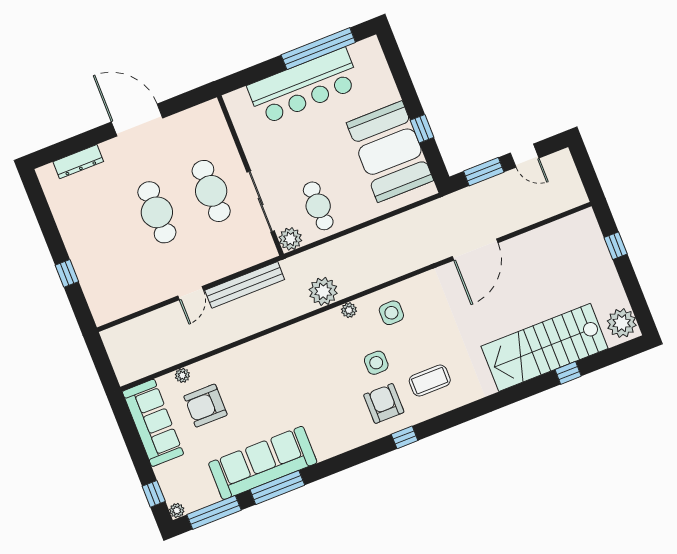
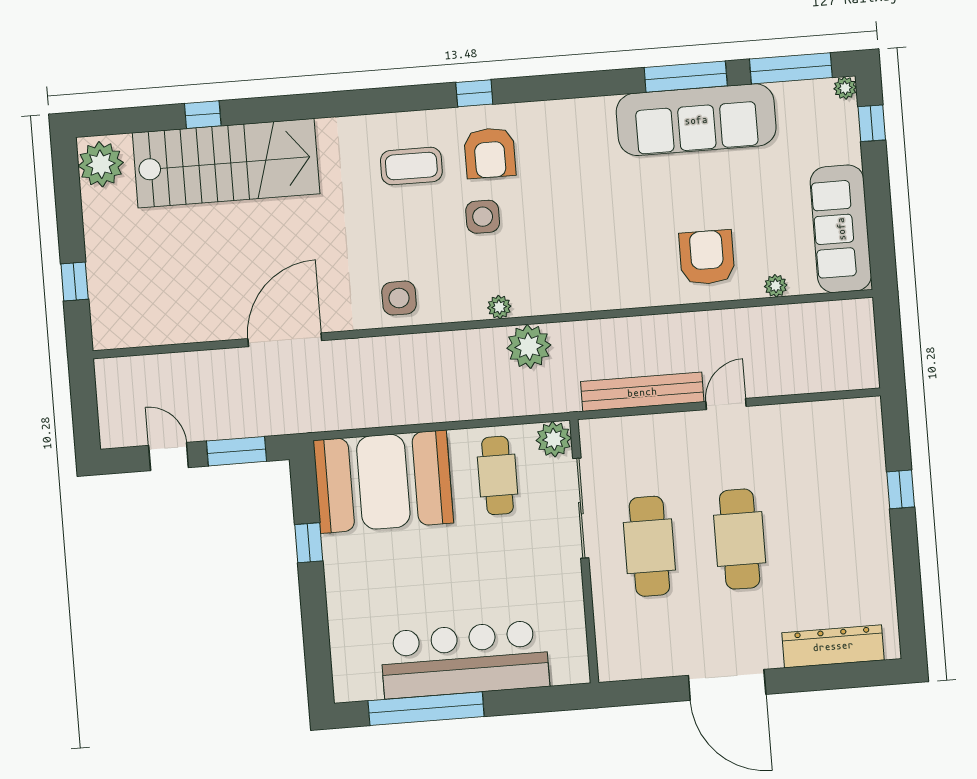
booth: (390, 152) -> (383, 482), moved, turned 90
dresser: (78, 162) -> (833, 646), width x1.37, depth x1.24
side table: (391, 313) -> (399, 298), moved
armchair: (205, 406) -> (707, 257), moved, turned -90

